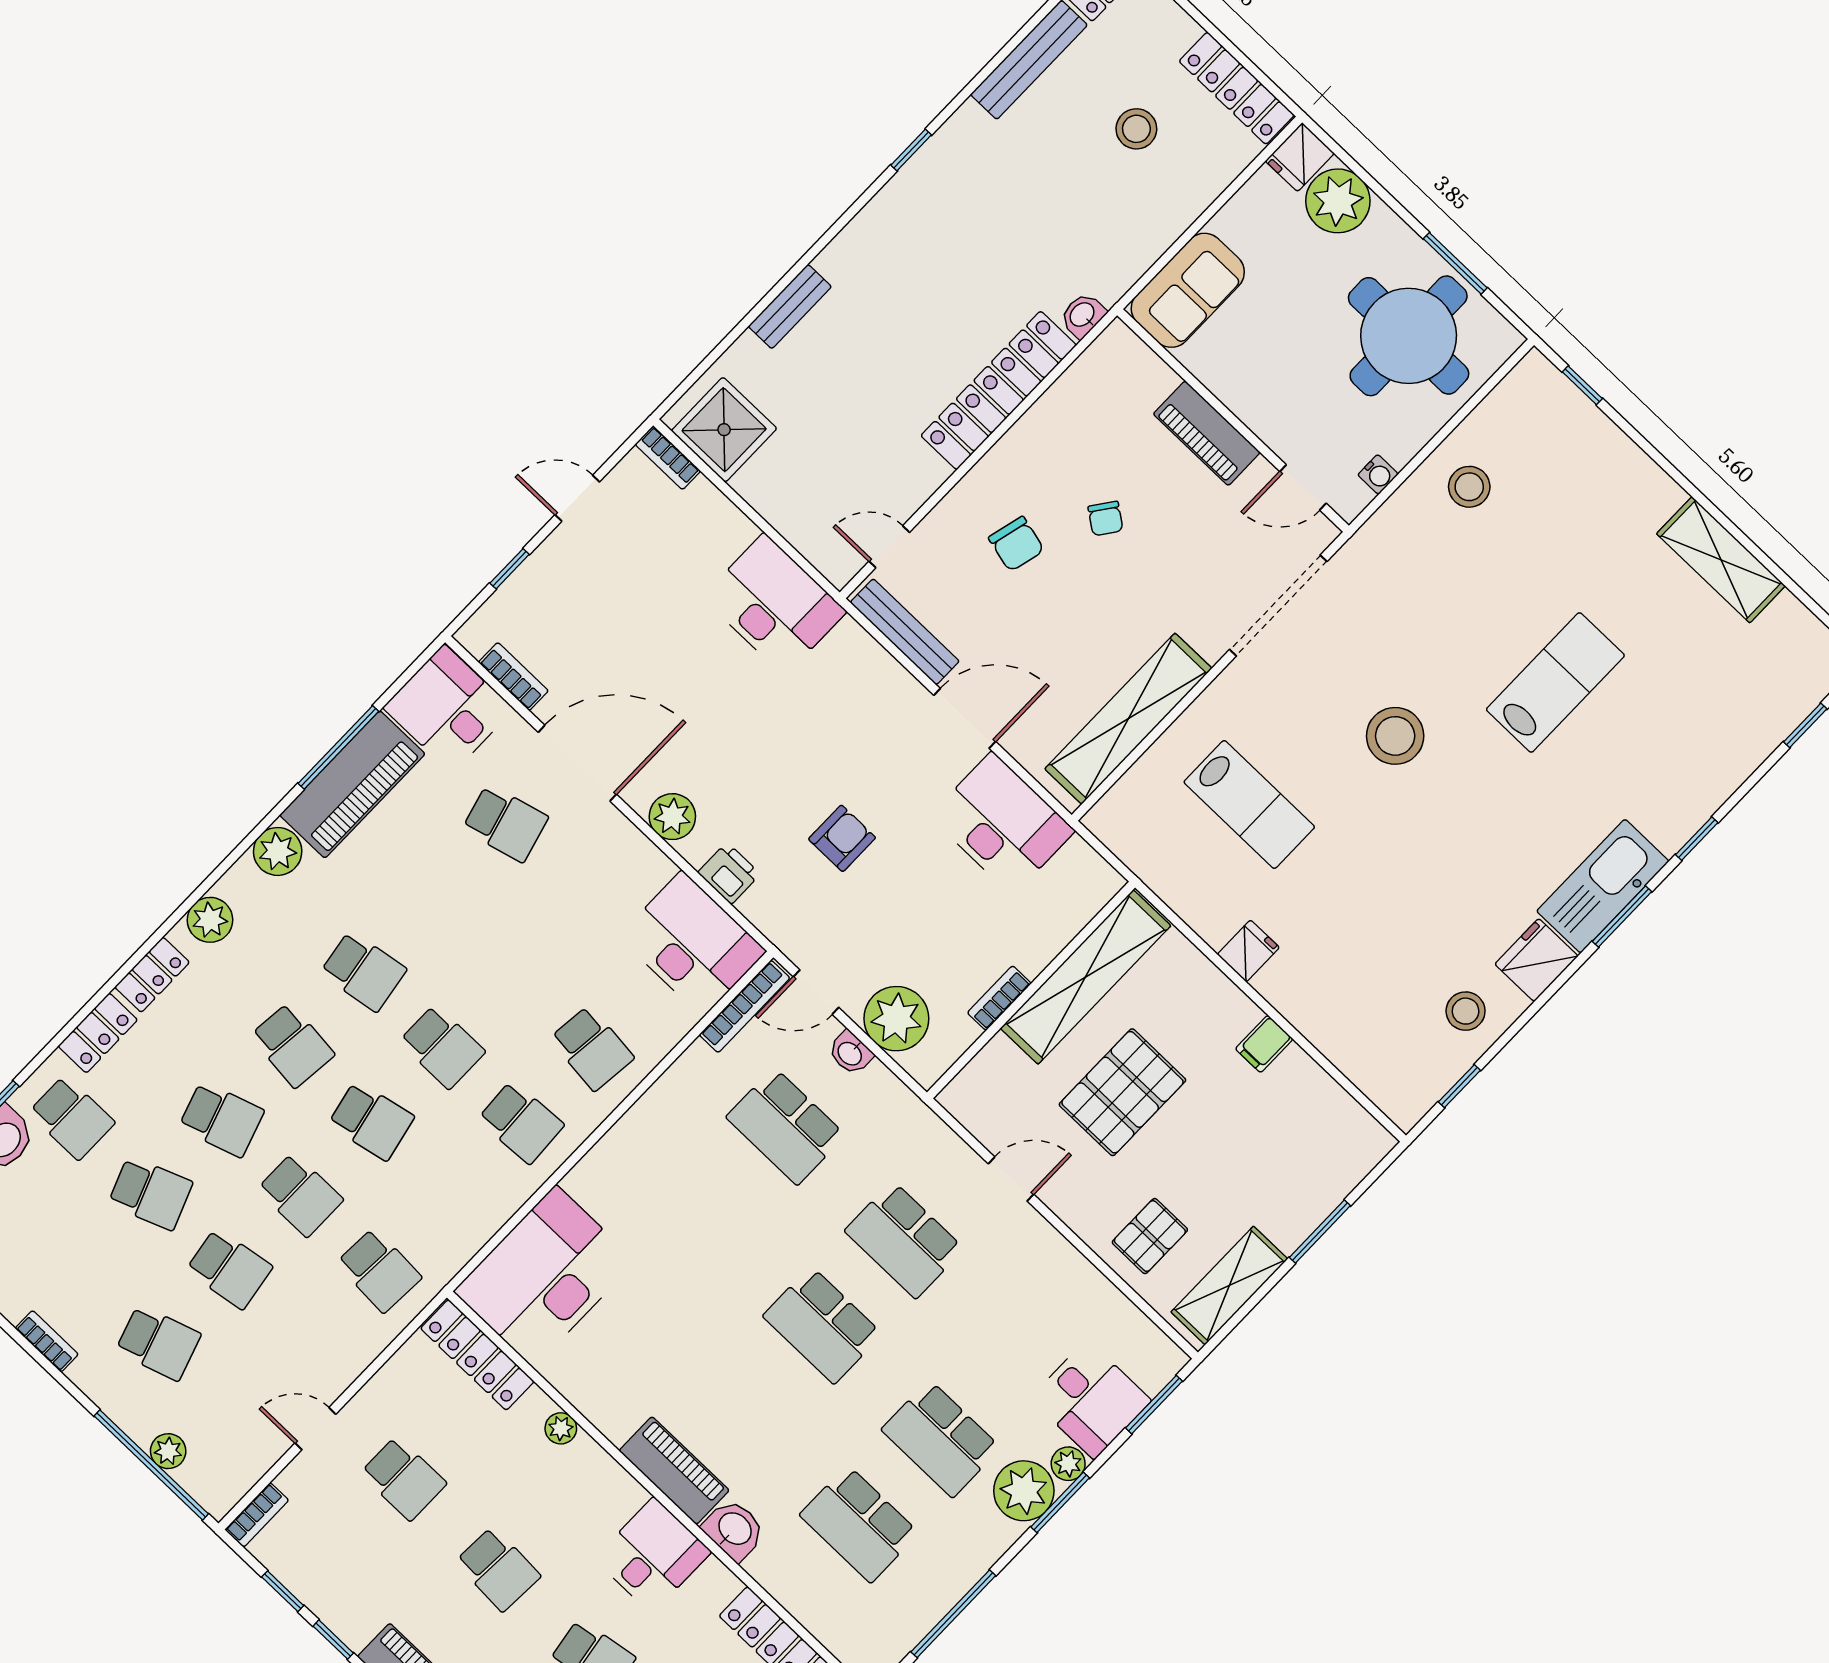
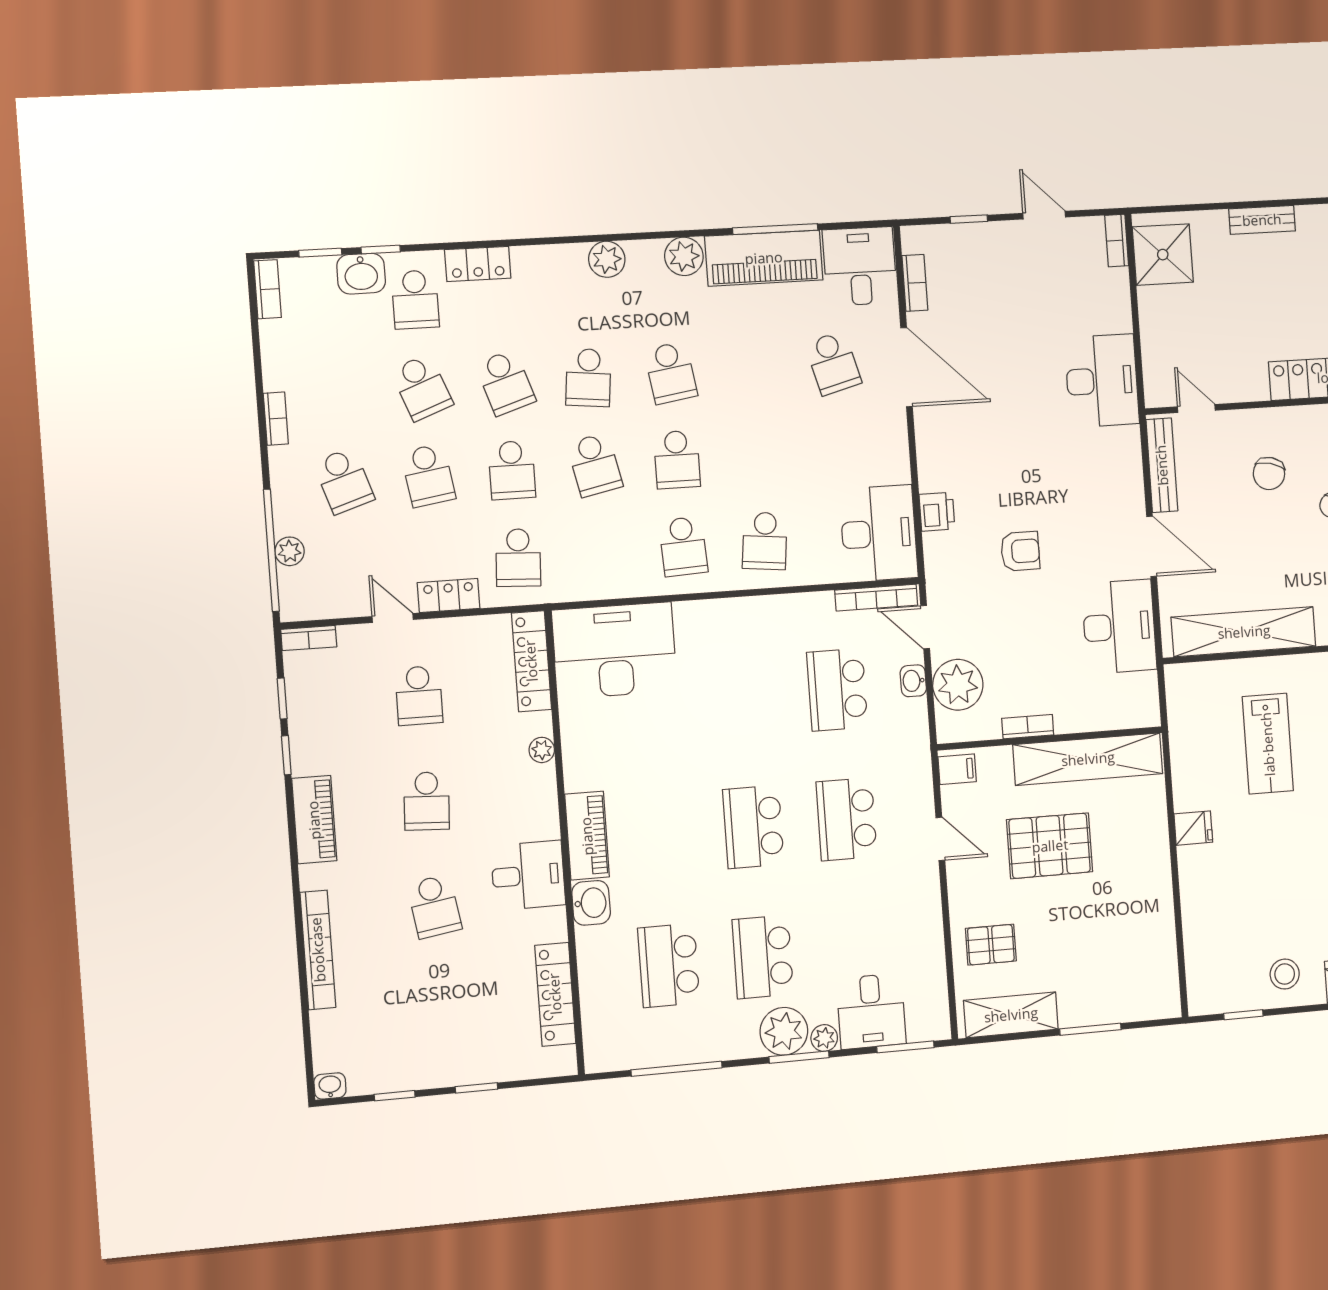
plant: (672, 817) -> (934, 449), removed
locker: (152, 975) -> (449, 596), moved, turned 180
filing cabinet: (1264, 1044) -> (957, 769), moved, turned 180

